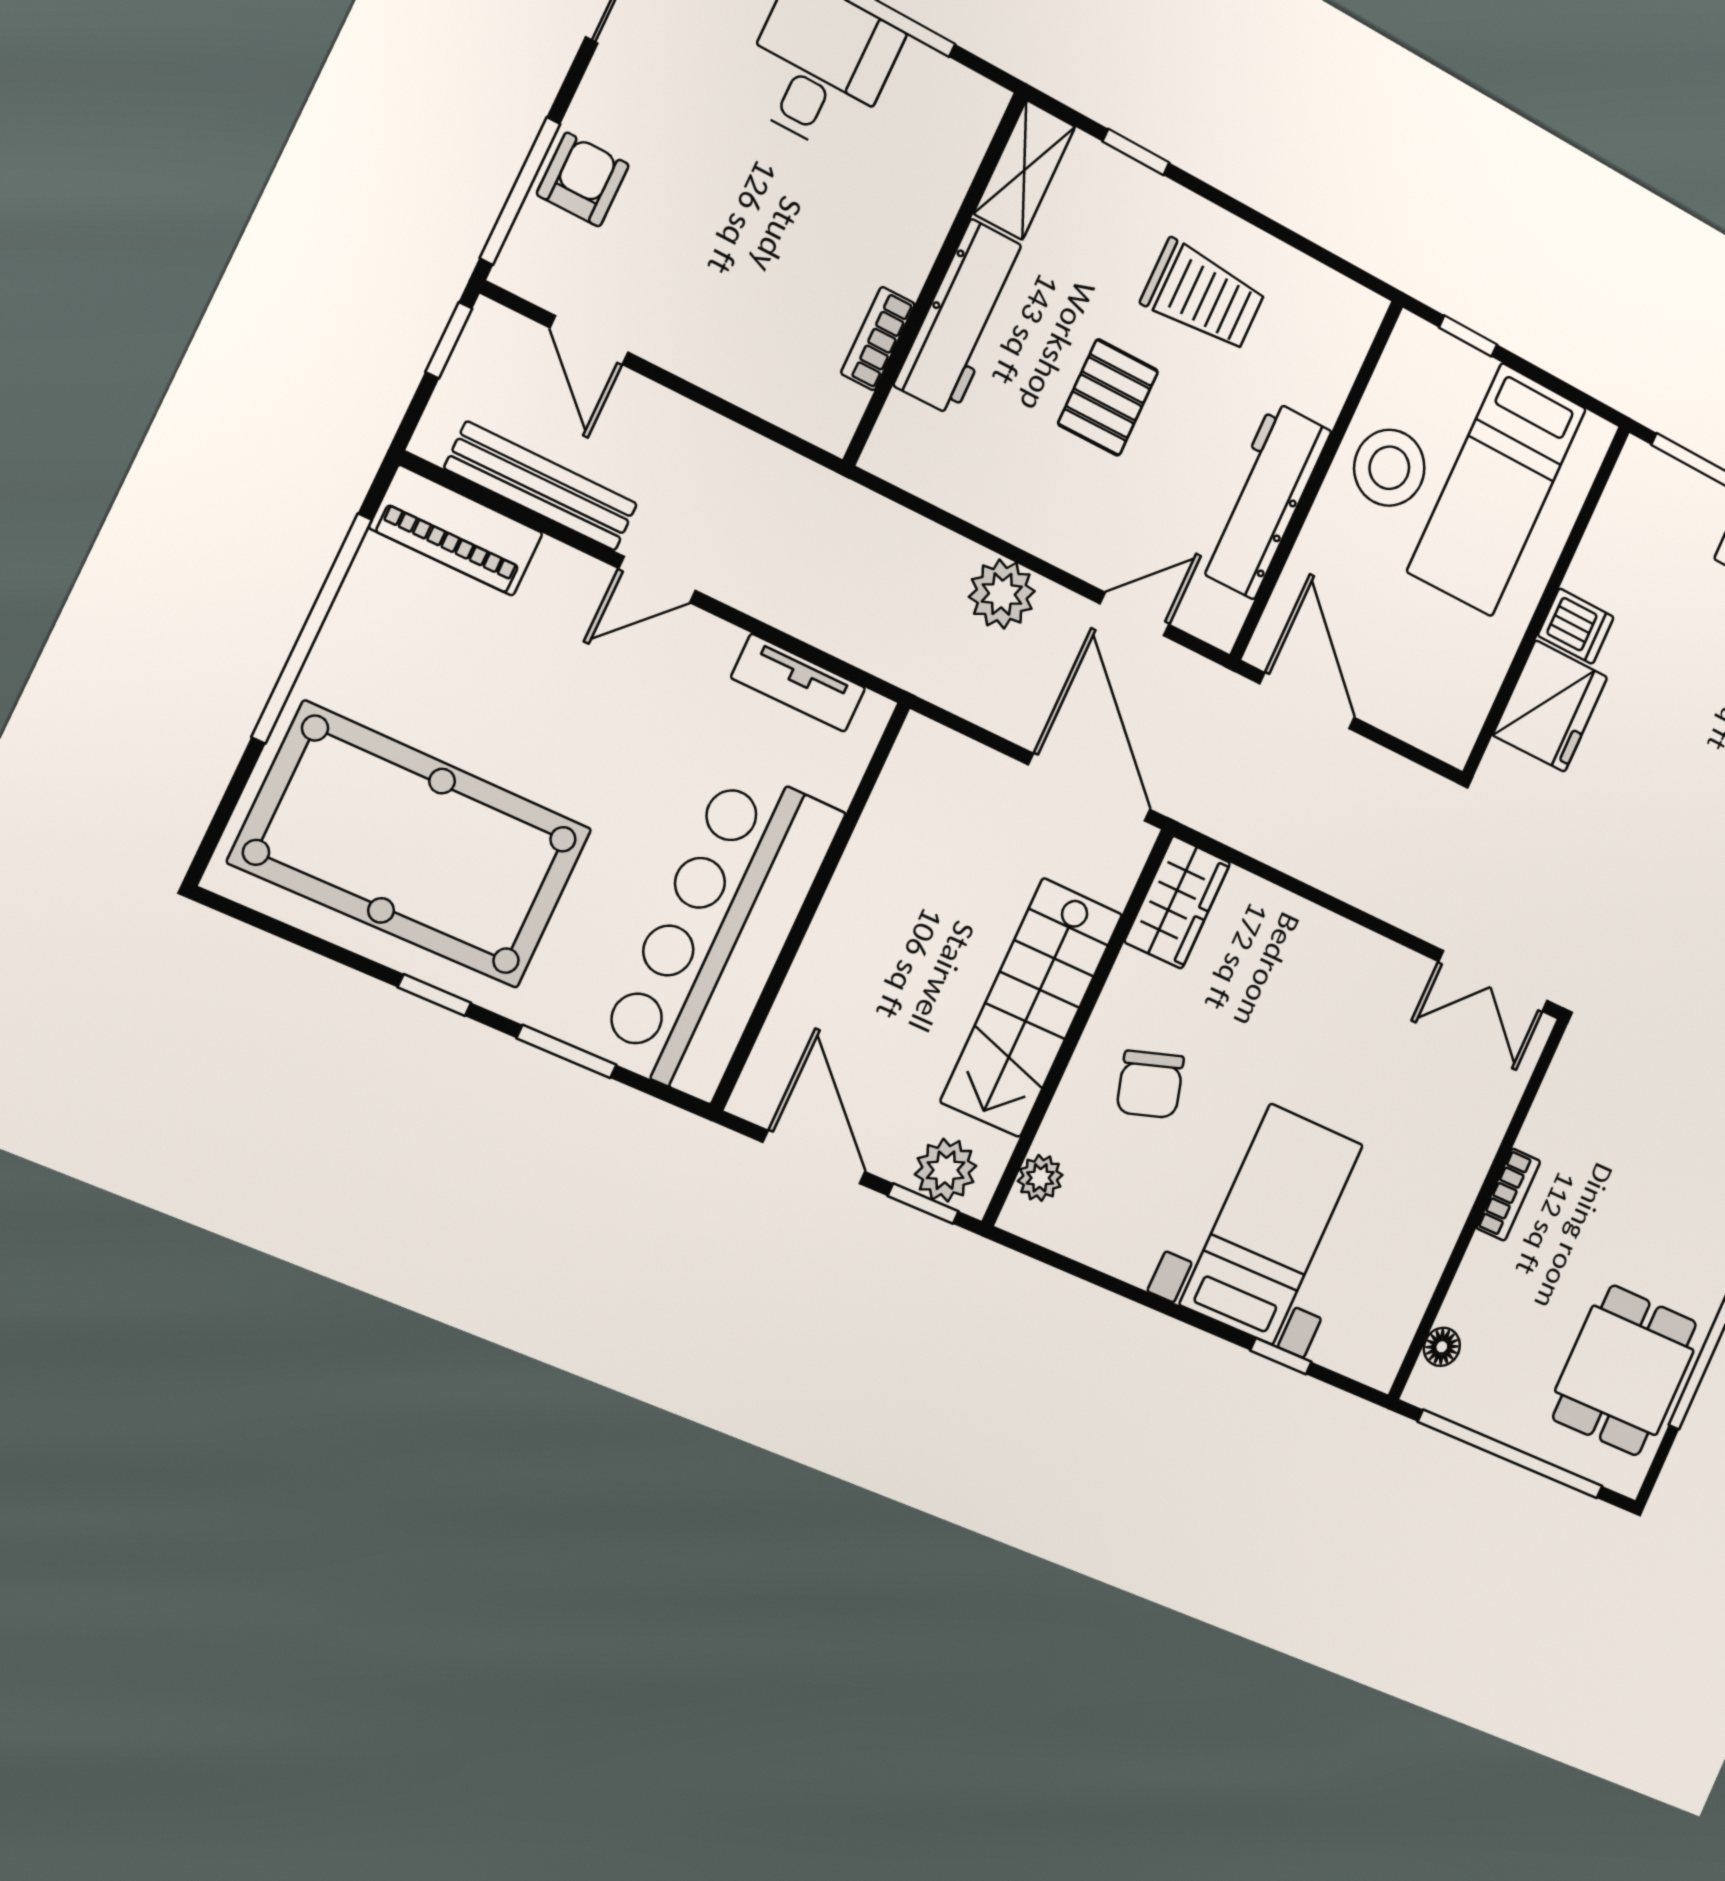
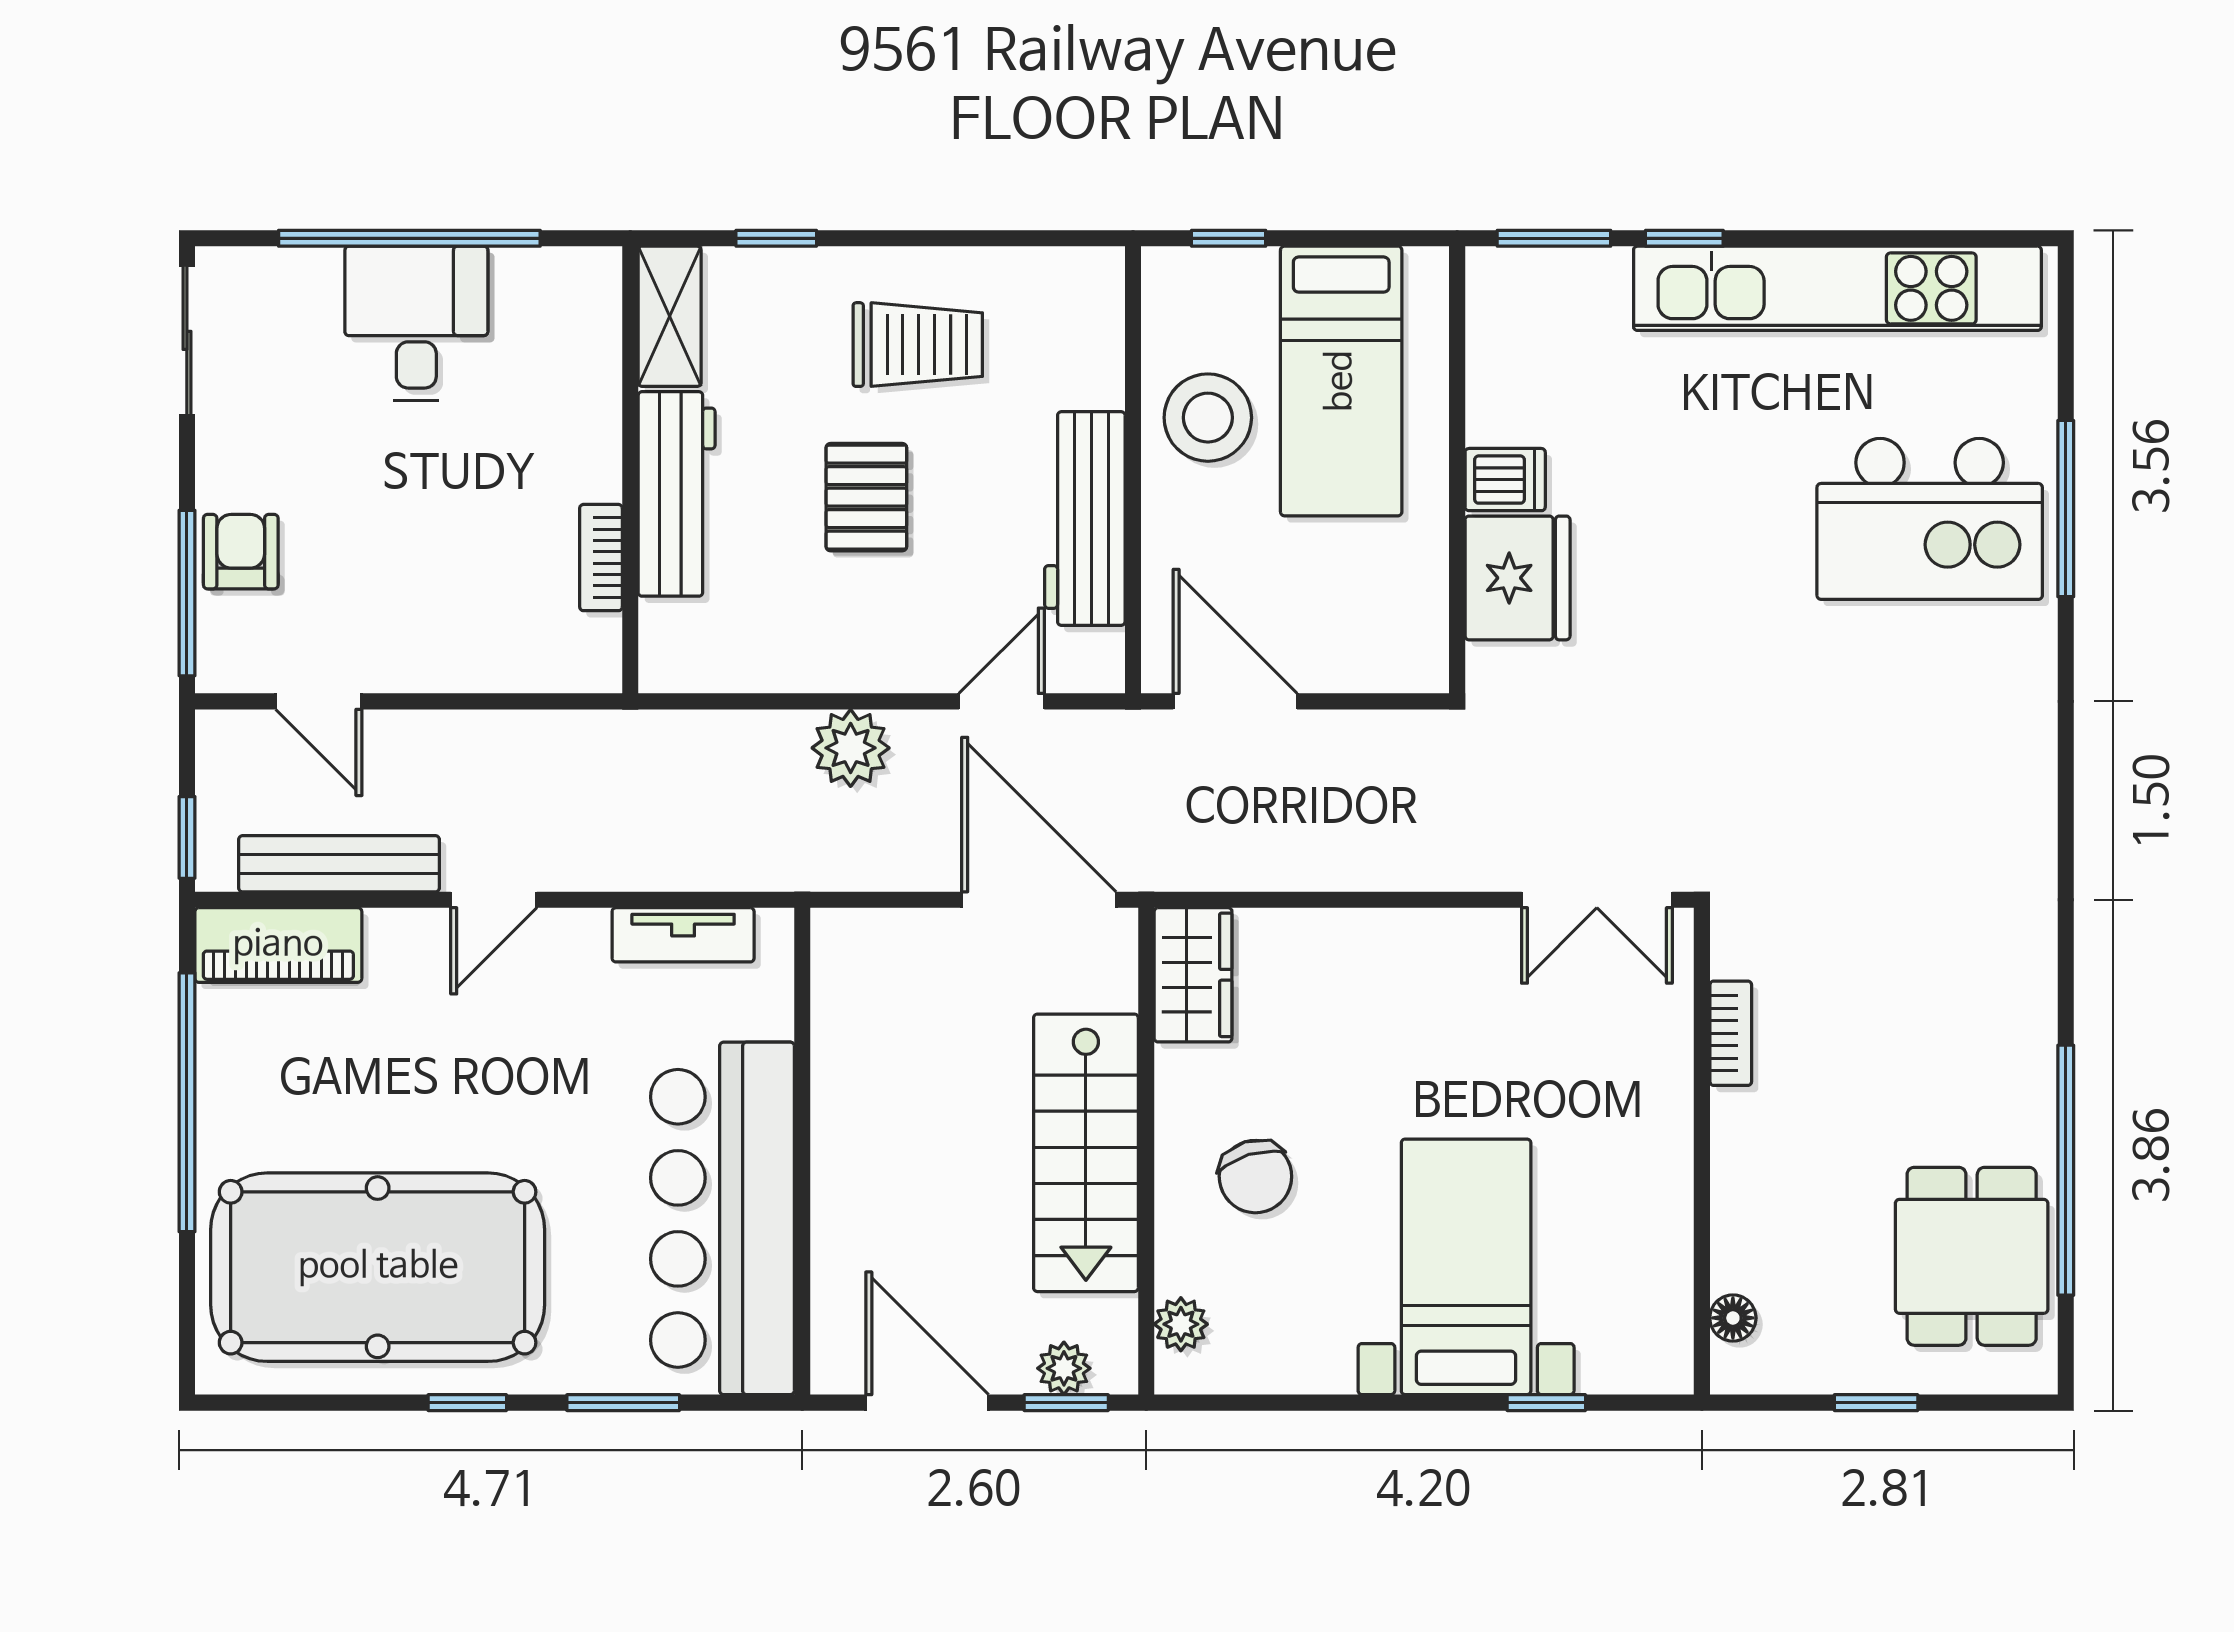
window: (449, 340) -> (187, 837), moved
plant: (946, 1170) -> (1064, 1368), width x0.73, depth x0.73
bookcase: (1508, 1195) -> (1731, 1033), moved
window: (1511, 1454) -> (1876, 1403), width x0.32

